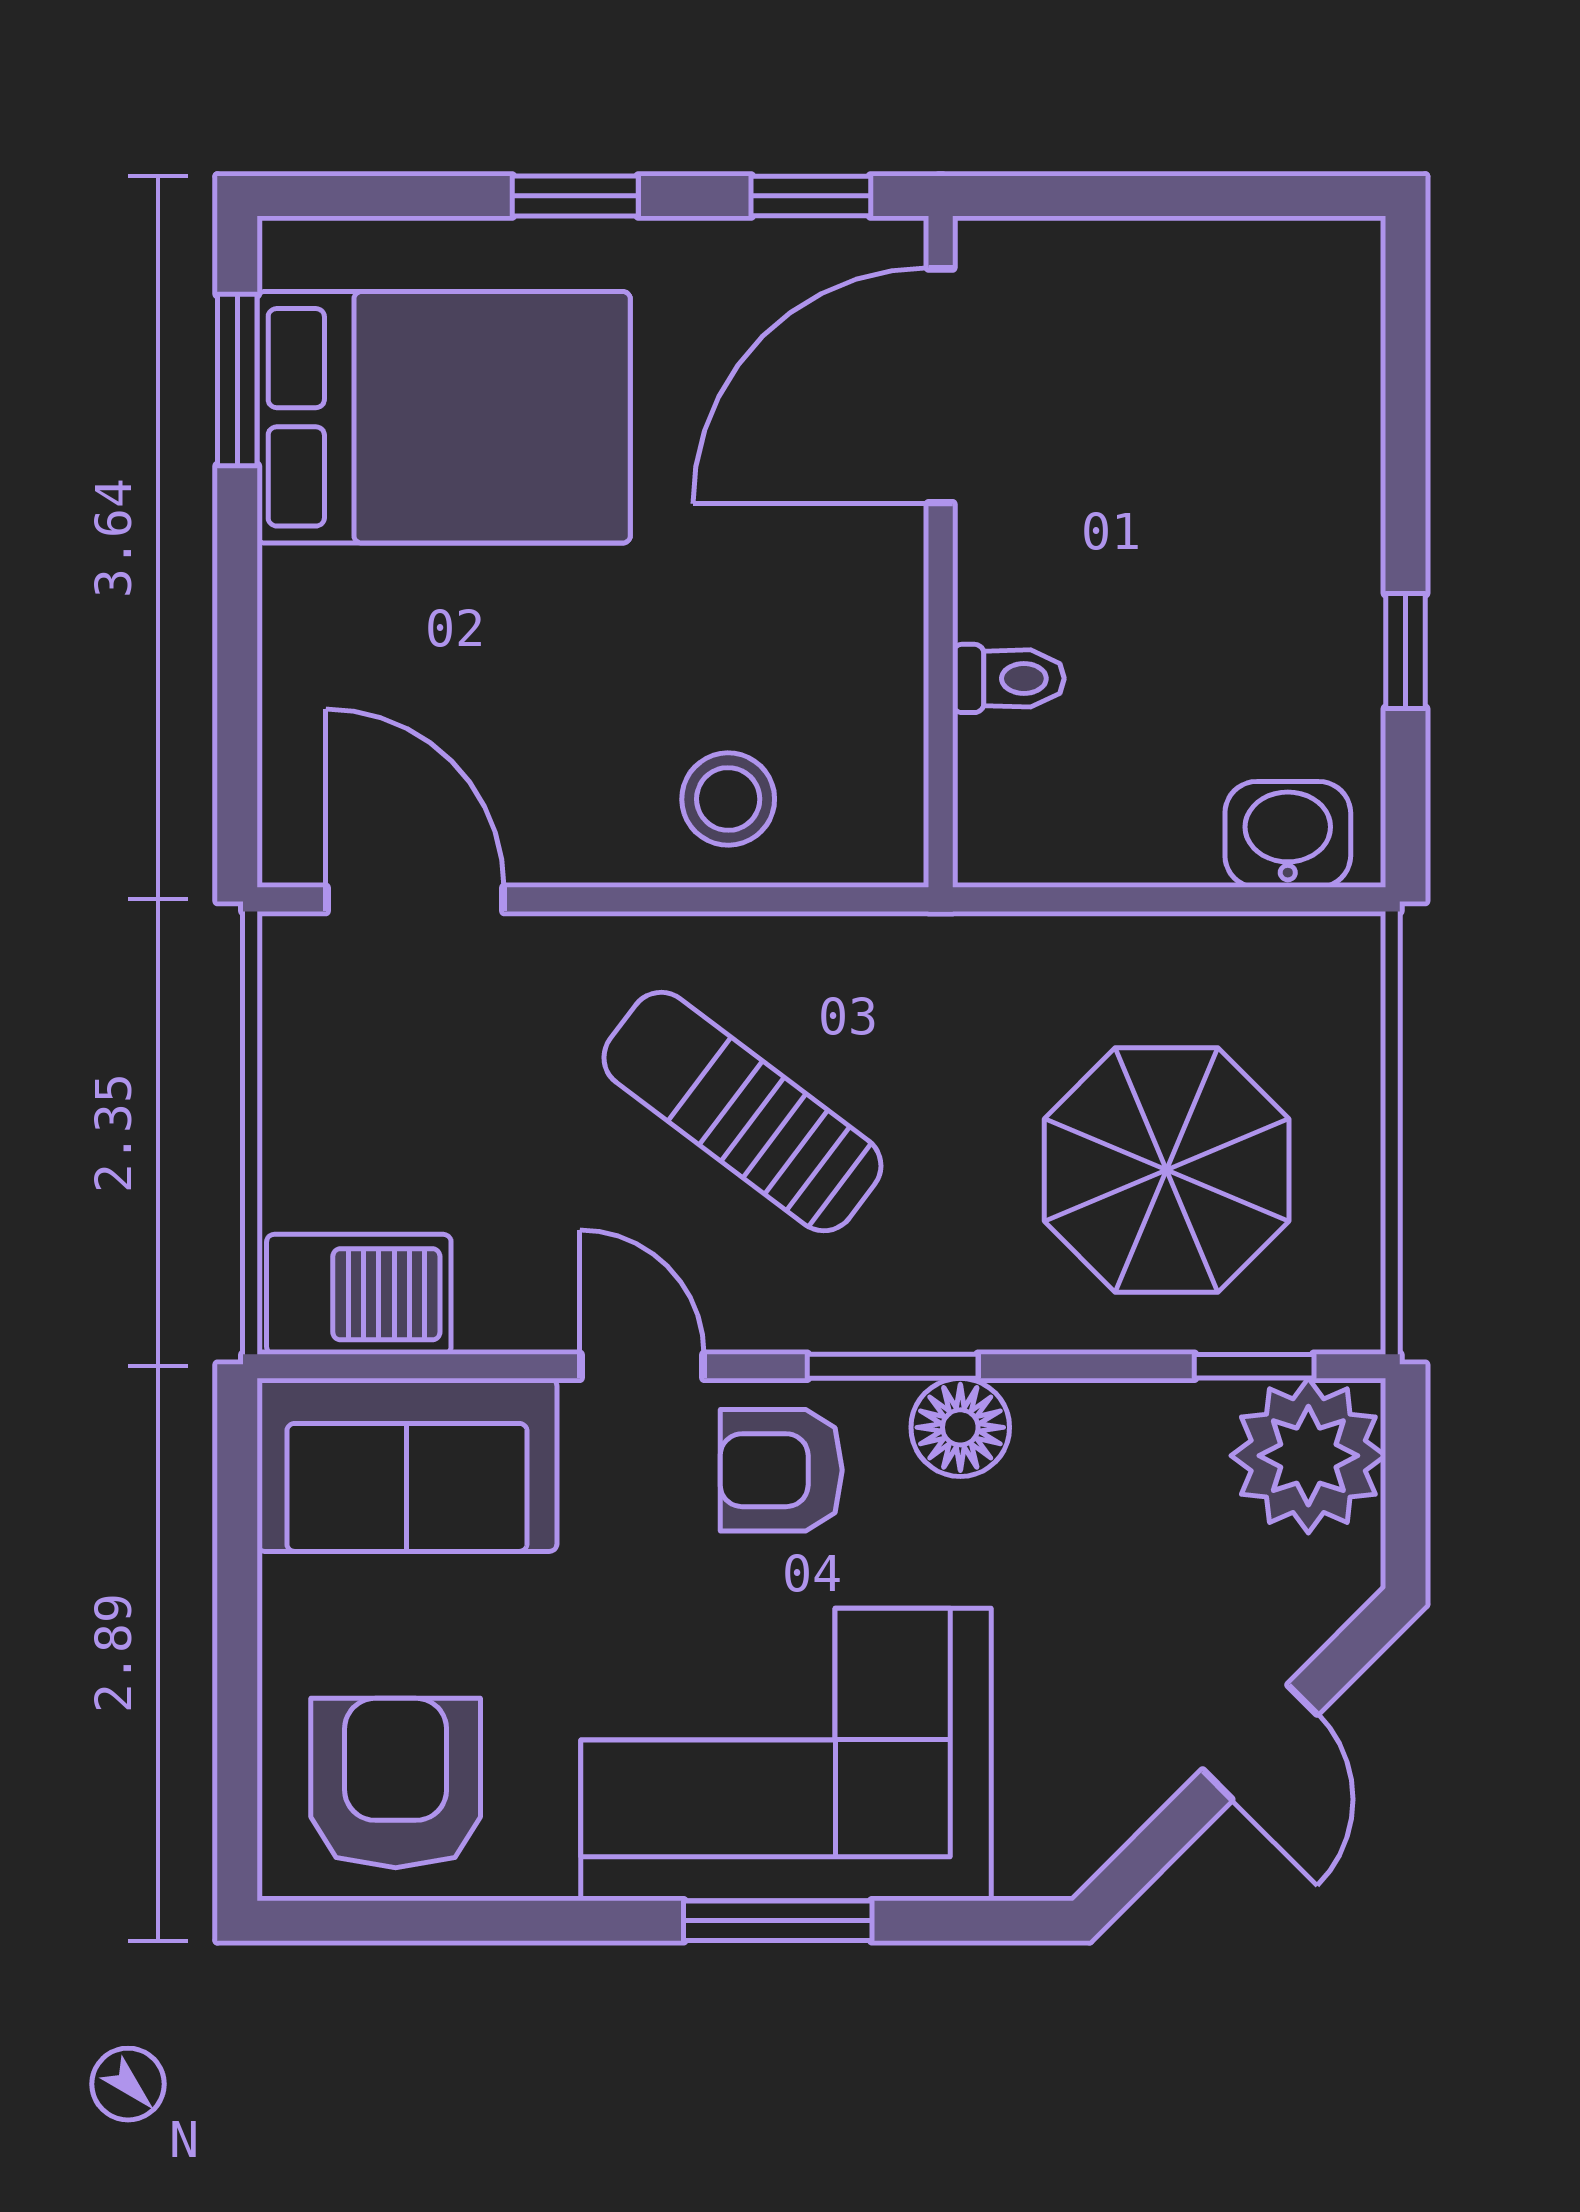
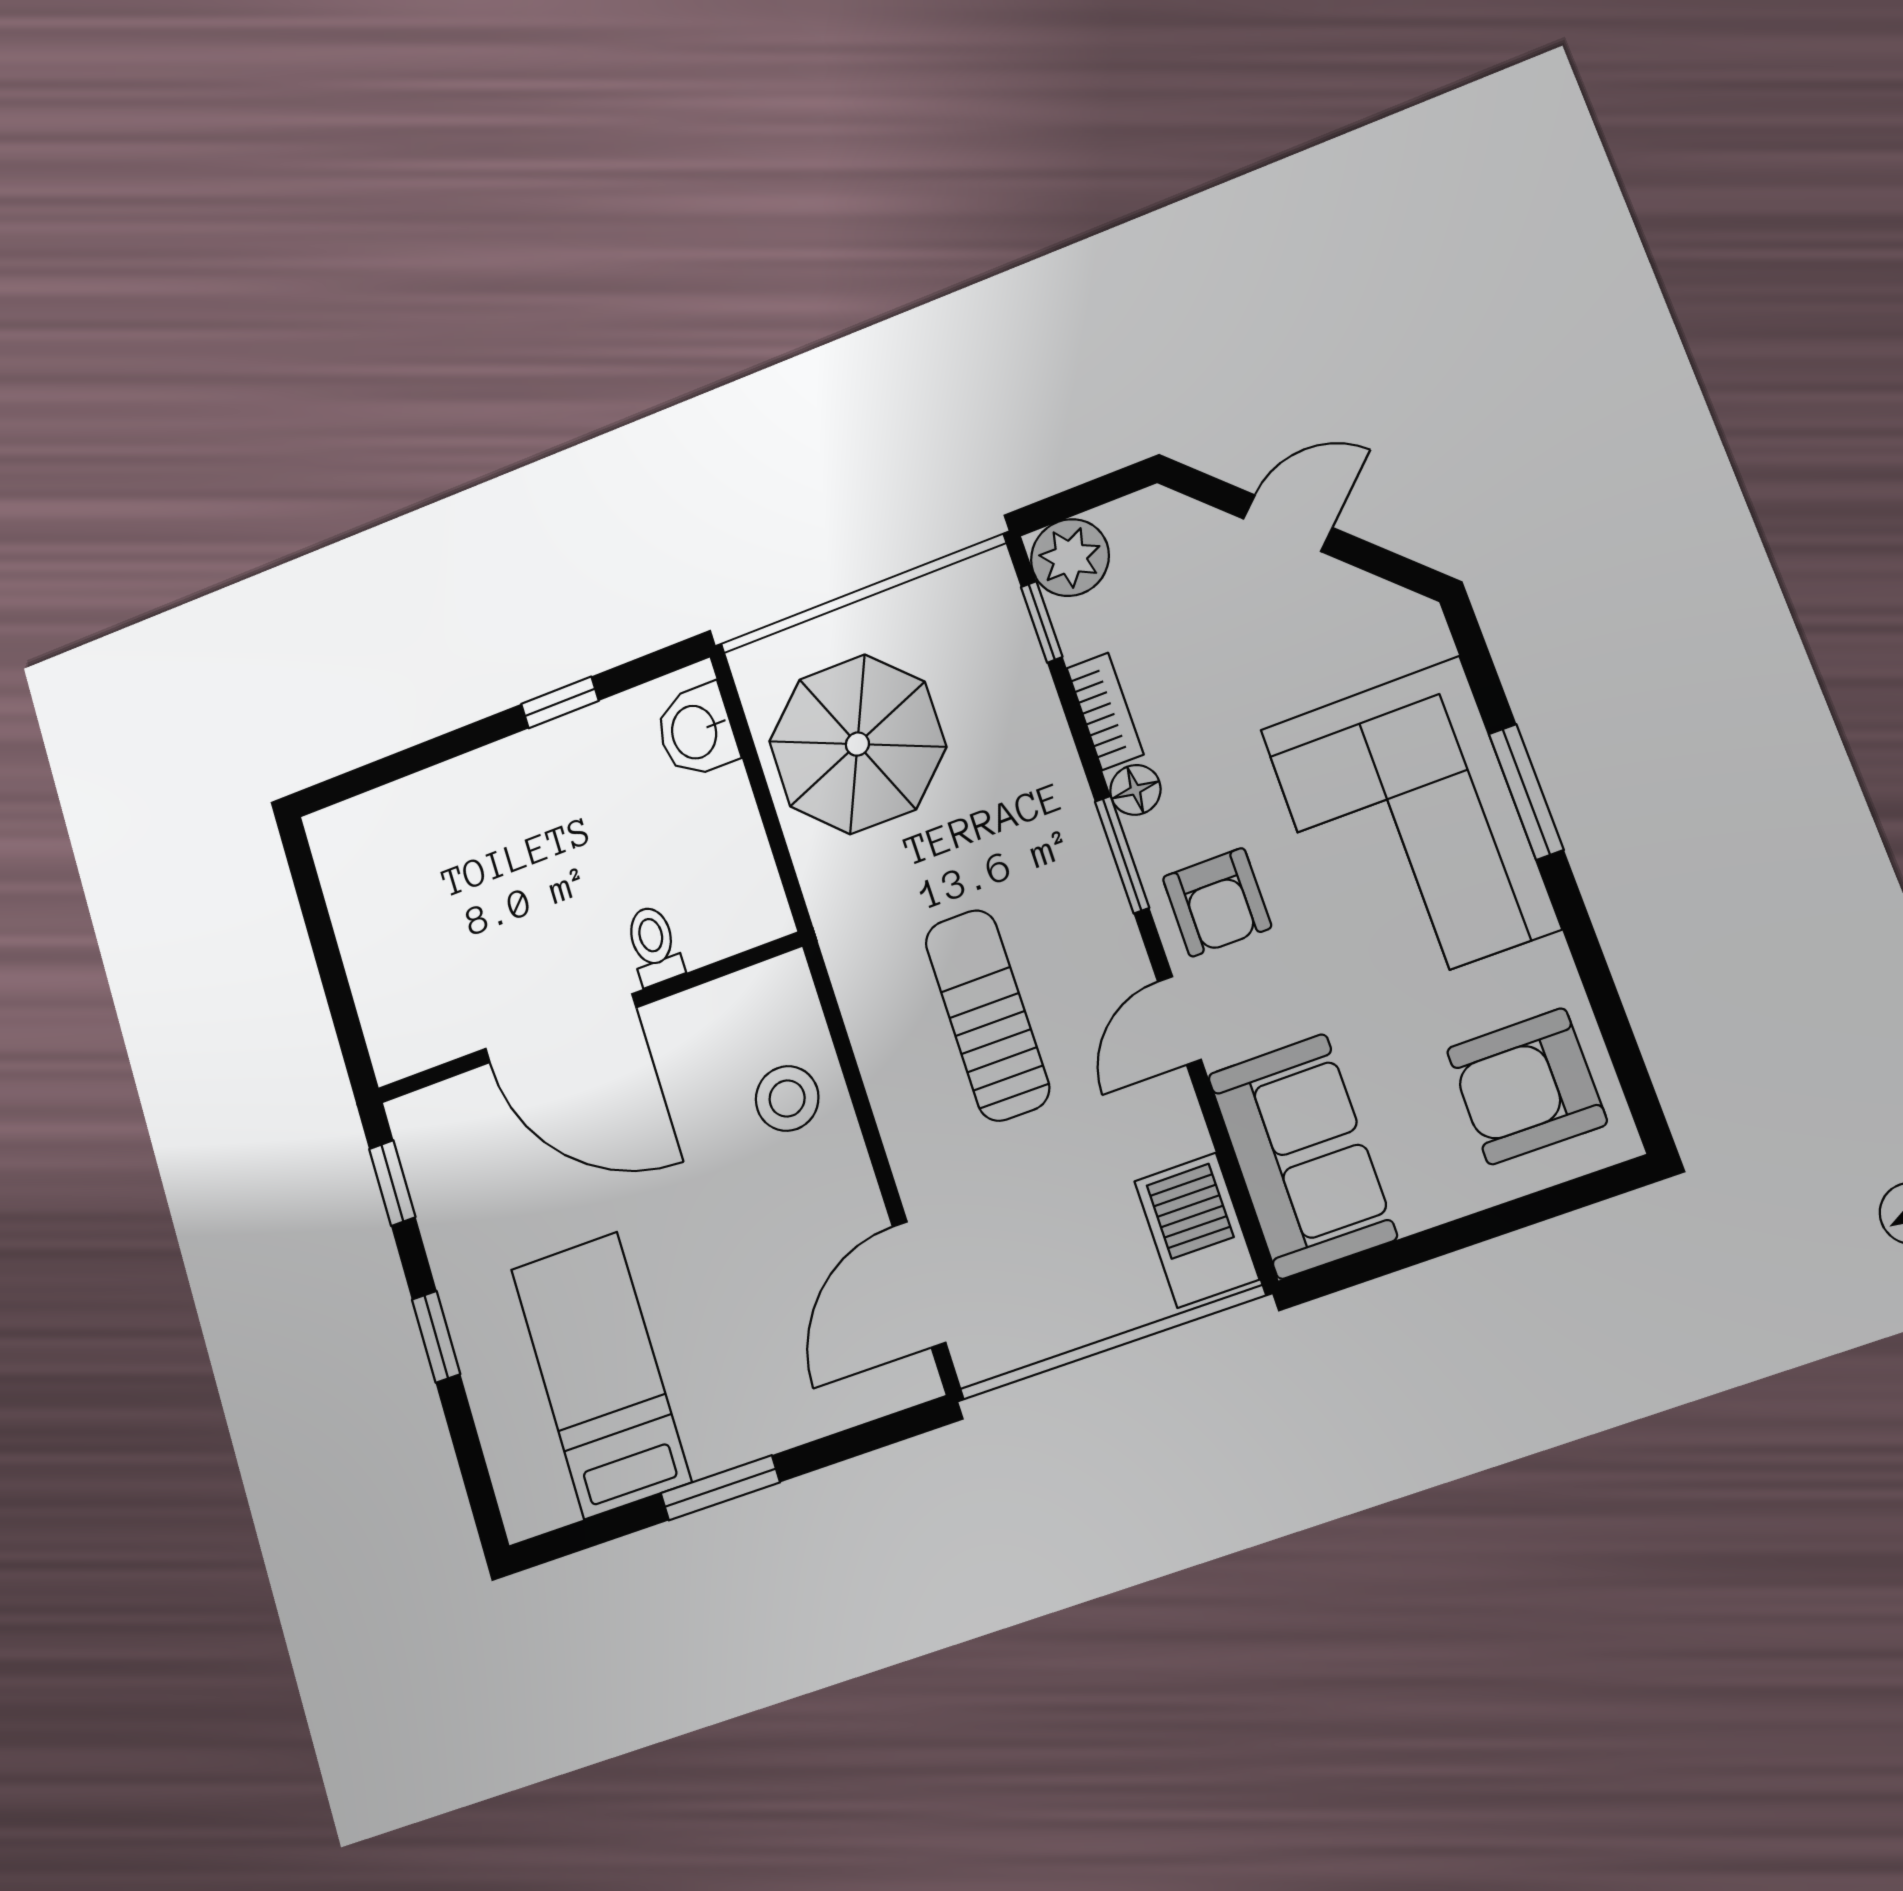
window: (237, 380) -> (720, 1488), moved
door: (941, 386) -> (561, 1028), moved
bed: (444, 417) -> (601, 1375), width x0.67
sun lounger: (742, 1112) -> (987, 1015), turned 143
parasol: (1167, 1170) -> (857, 744), moved
bookcase: (1097, 1410) -> (1105, 711), added
floor lamp: (960, 1427) -> (1135, 790), width x0.73, depth x0.73
plant: (1308, 1456) -> (1070, 558), width x0.73, depth x0.73

